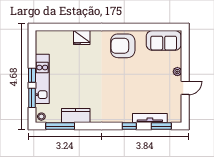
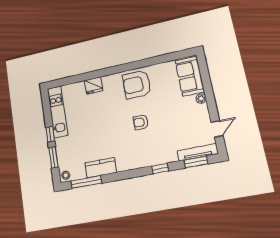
sofa: (164, 40) -> (190, 76), moved, turned 90
kitchen unit: (42, 79) -> (57, 112), moved
armchair: (120, 82) -> (141, 122), added
door: (185, 88) -> (217, 129), moved
tv unit: (150, 118) -> (197, 152), moved

